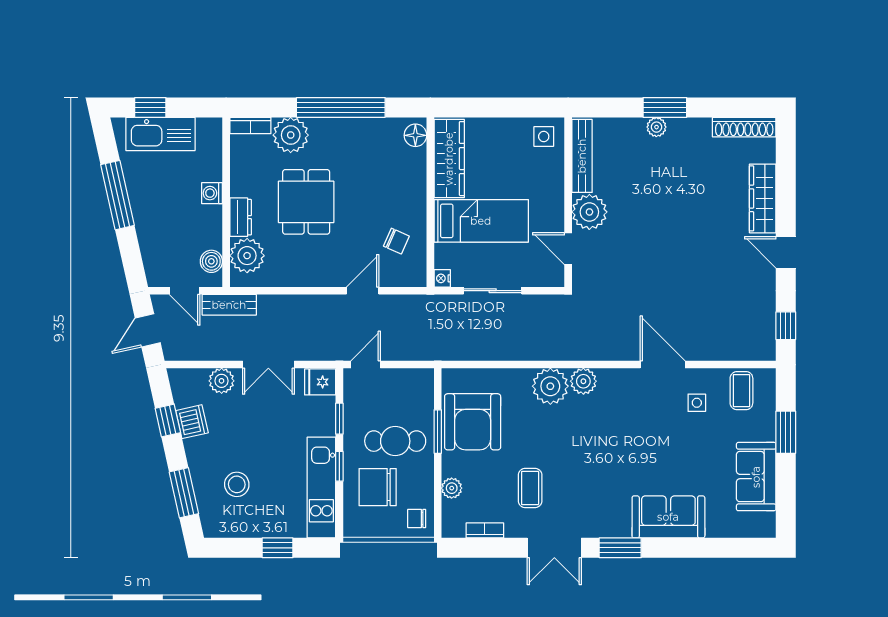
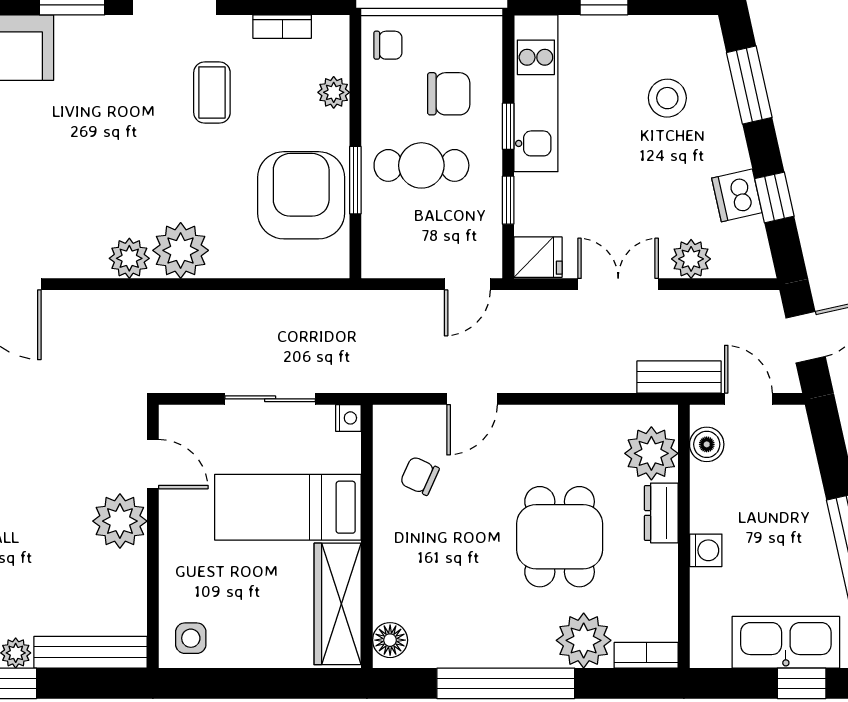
bench: (582, 156) -> (91, 652), moved, turned 90
chair: (378, 487) -> (449, 94), width x0.73, depth x0.73

